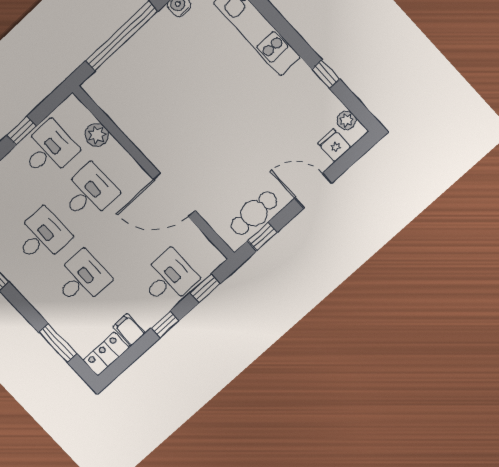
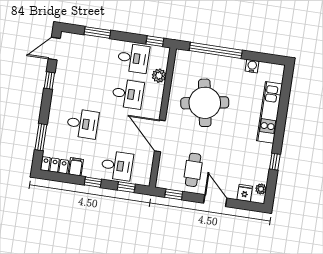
round table: (178, 104) -> (205, 103), added
window: (21, 131) -> (155, 41), moved
cafe table: (254, 213) -> (193, 170), moved, turned 90
desk: (42, 236) -> (88, 88), removed

